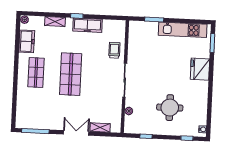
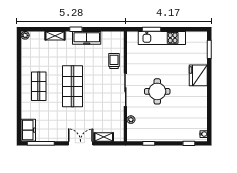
kitchen unit: (183, 30) -> (162, 38), moved
freezer: (27, 41) -> (28, 130), moved
round table: (170, 108) -> (157, 91), moved

